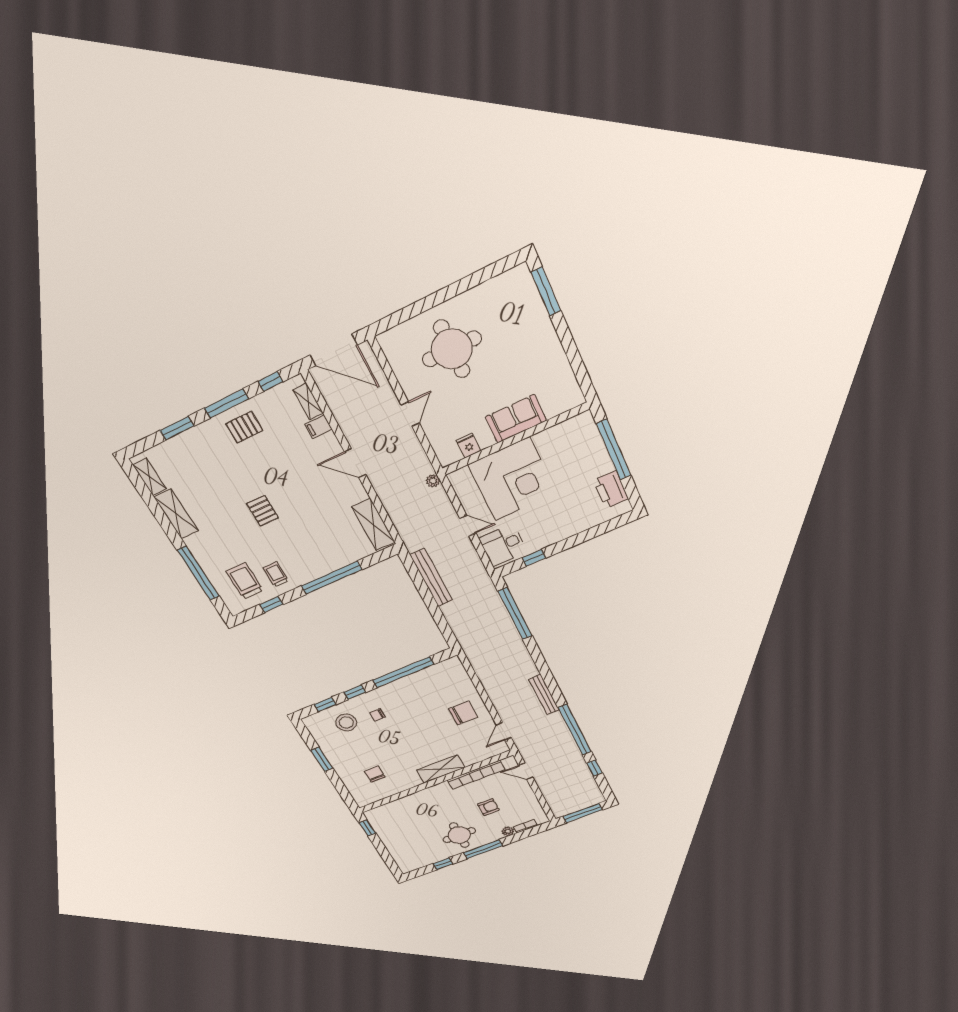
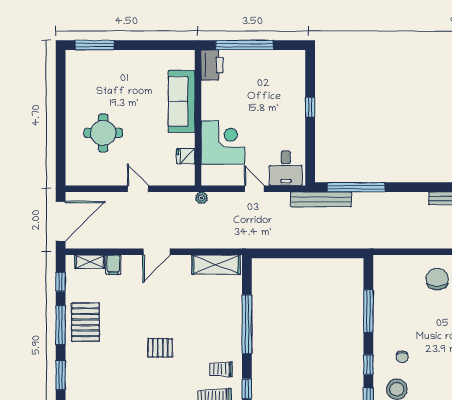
round table: (452, 349) -> (103, 133), width x0.73, depth x0.73
sofa: (516, 419) -> (182, 101), width x1.36
pallet: (244, 427) -> (85, 322), width x1.50, depth x1.42
corner desk: (512, 479) -> (223, 143), width x0.74, depth x0.74
printer: (611, 490) -> (212, 65), moved, turned -90
door: (468, 526) -> (254, 189), hinge flipped
window: (534, 558) -> (310, 107), moved
bench: (431, 578) -> (321, 199), moved
window: (403, 672) -> (368, 311), width x0.68

